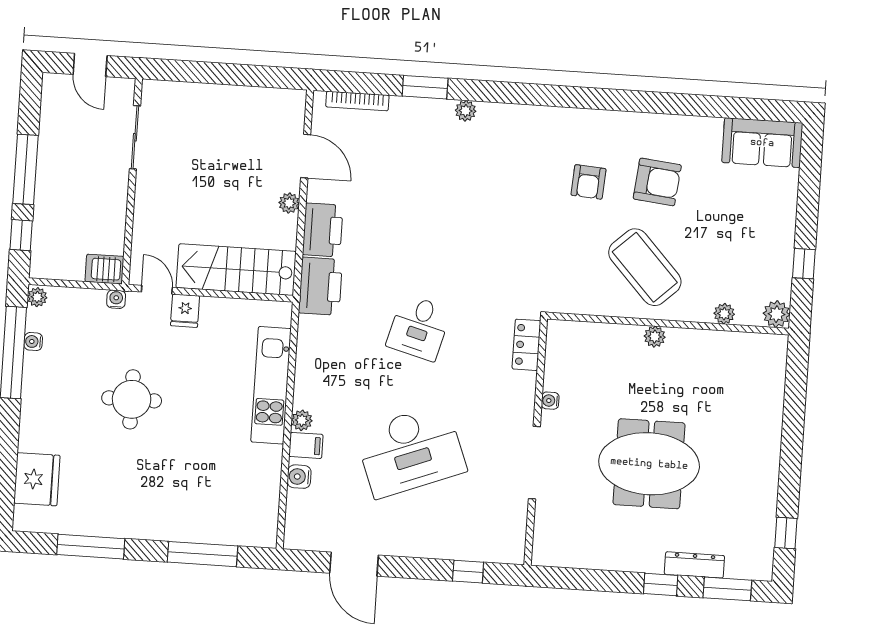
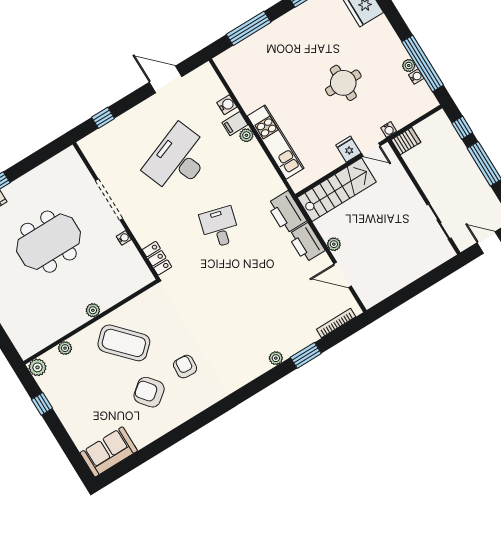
armchair: (657, 182) -> (149, 392), turned 45
plant: (37, 297) -> (409, 66), moved

